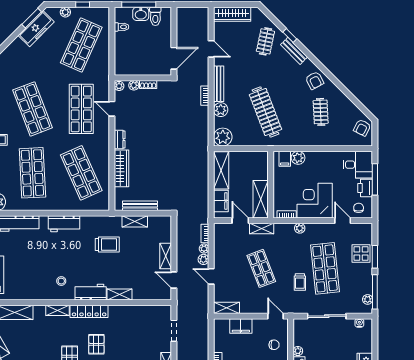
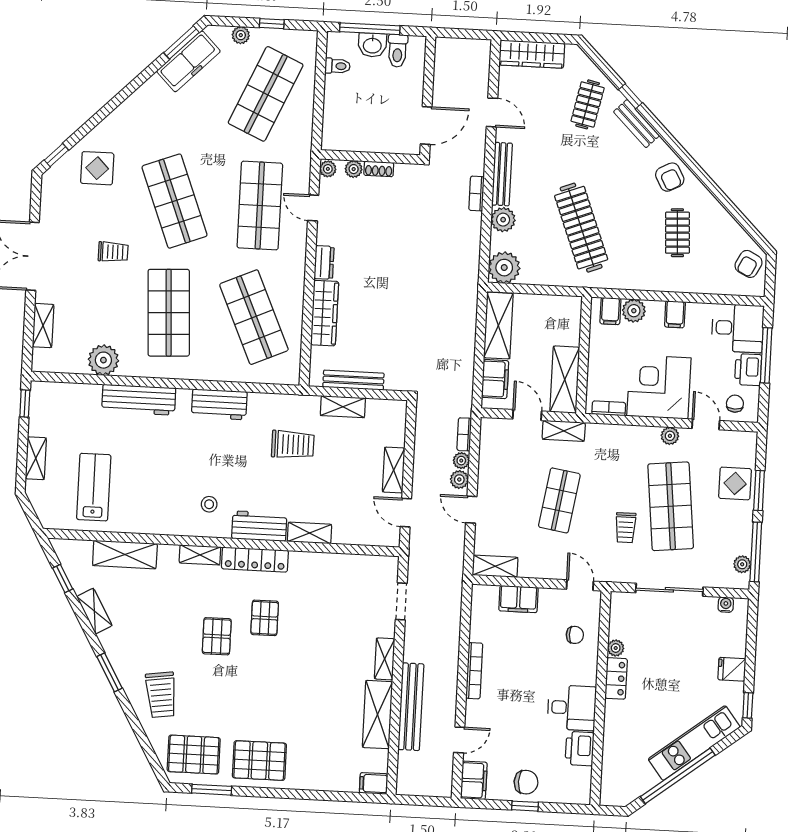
filing cabinet: (322, 159) -> (675, 314), added
plant: (300, 228) -> (670, 436), moved
shop shelf: (261, 268) -> (559, 500), turned 30

